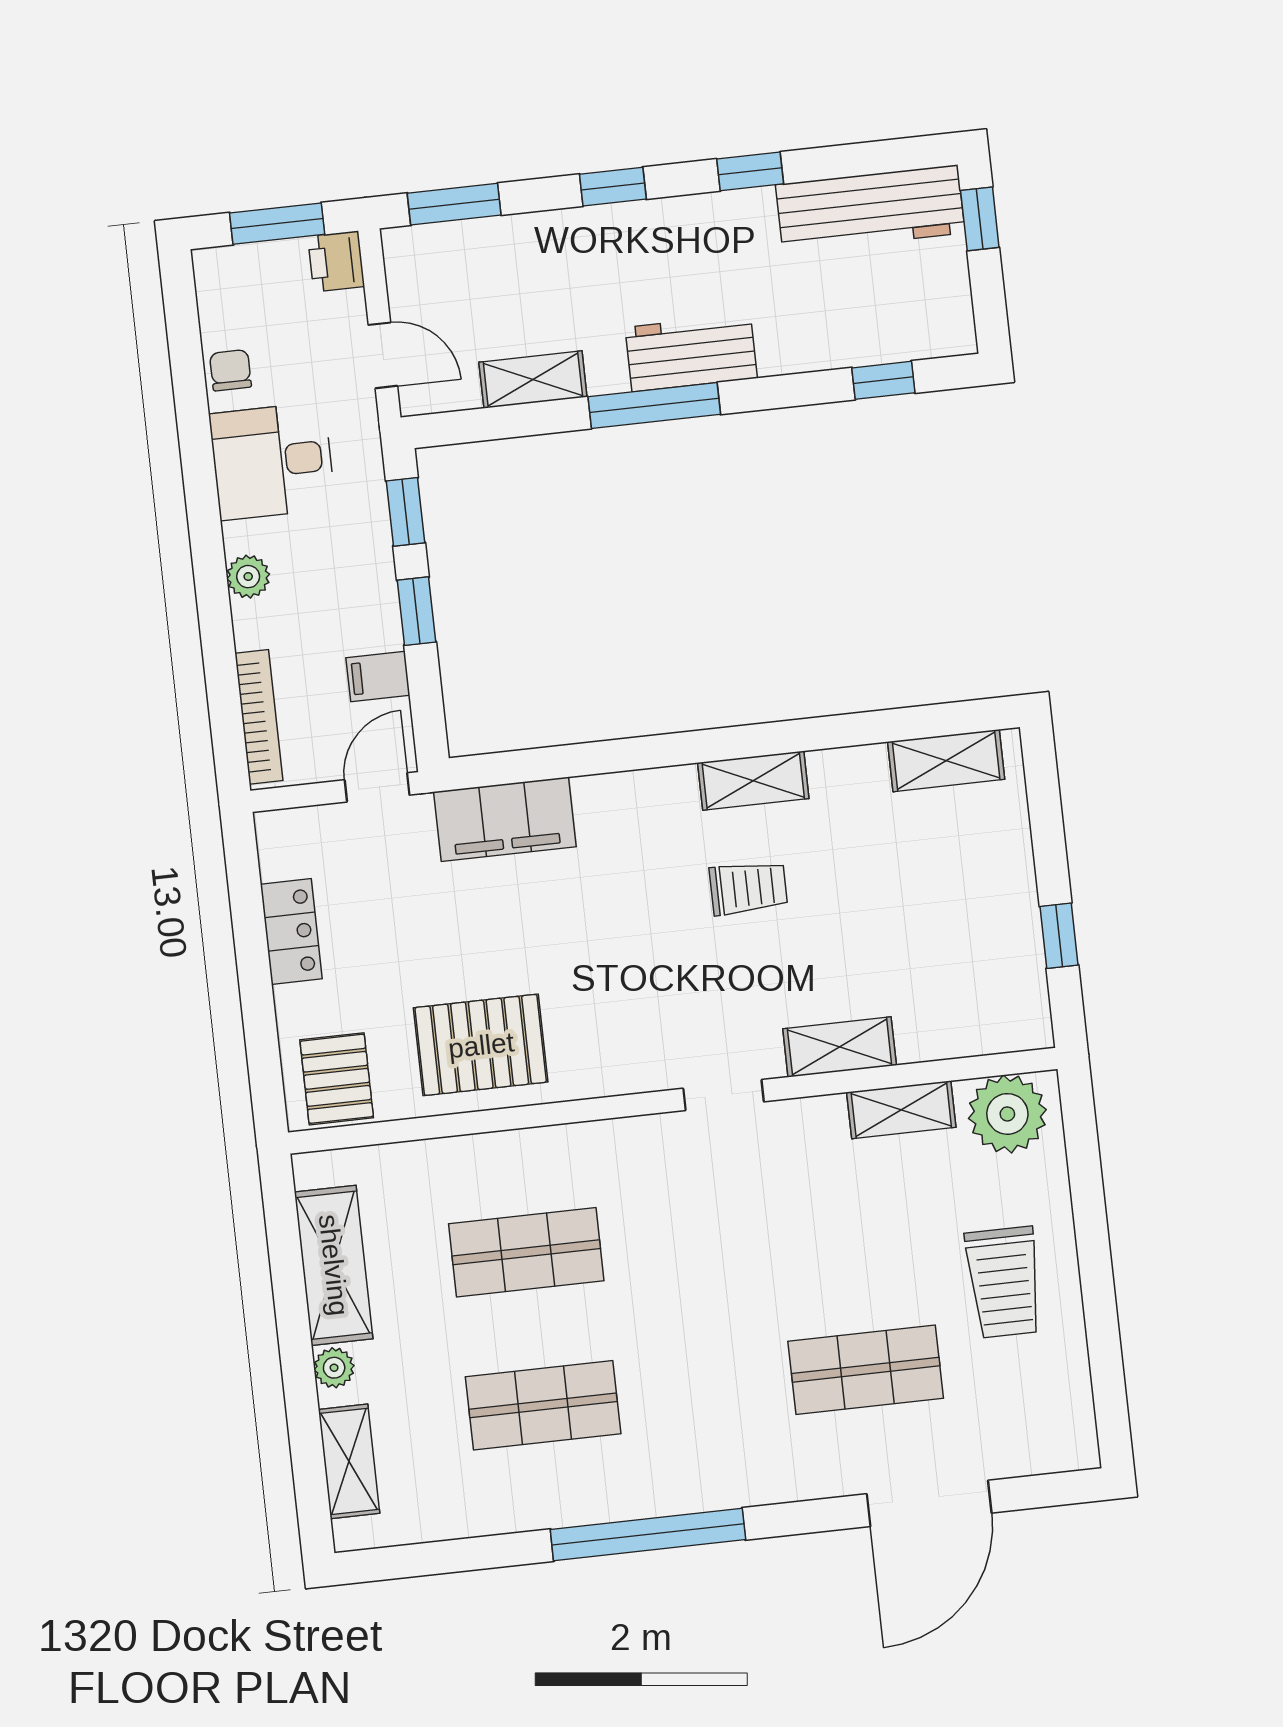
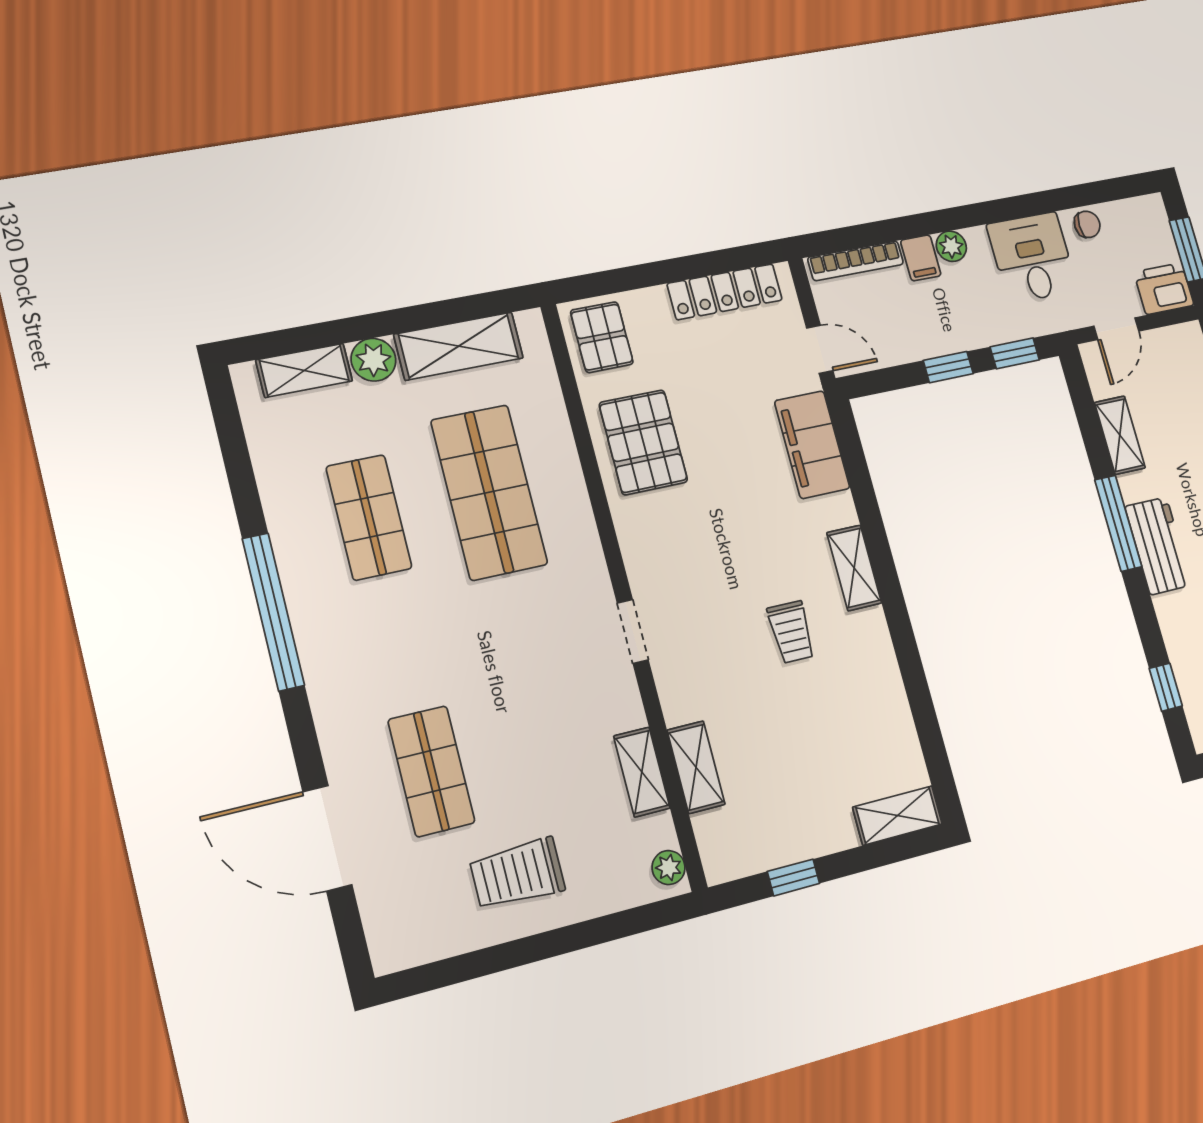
printer: (336, 261) -> (1164, 289), width x1.36, depth x1.24
filing cabinet: (378, 677) -> (921, 258), moved, turned 180
shelving: (946, 761) -> (897, 816), moved, turned 90
shelving: (753, 781) -> (854, 568), moved
locker: (291, 932) -> (725, 292), width x1.53
shelving: (840, 1047) -> (696, 767), moved
pallet: (337, 1079) -> (602, 337), turned 90
plant: (1007, 1114) -> (669, 868), width x0.53, depth x0.53
shop shelf: (526, 1252) -> (489, 492), width x1.43, depth x1.36
plant: (334, 1368) -> (374, 360), width x1.38, depth x1.38

